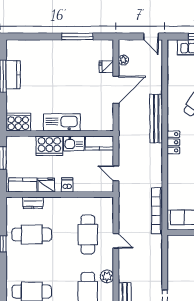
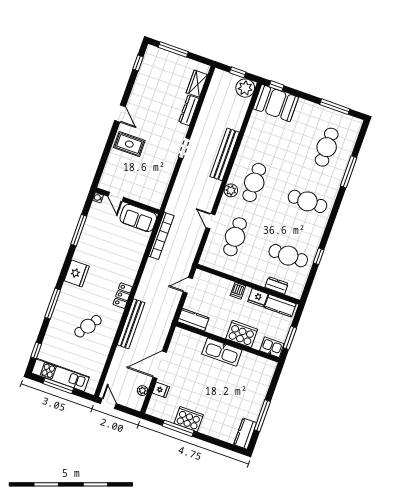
kitchen counter: (13, 75) -> (245, 434), moved
cooker: (18, 122) -> (189, 419), moved, turned 180
kitchen sink: (74, 143) -> (272, 347), moved
door: (116, 173) -> (188, 285), swing flipped

